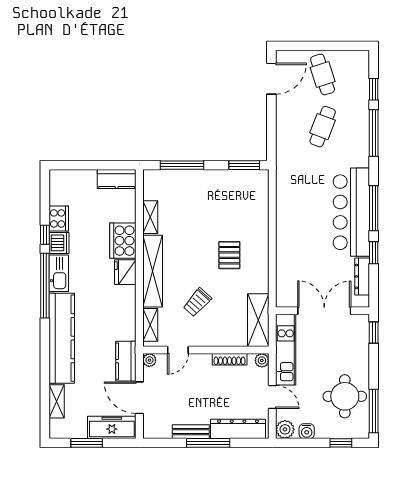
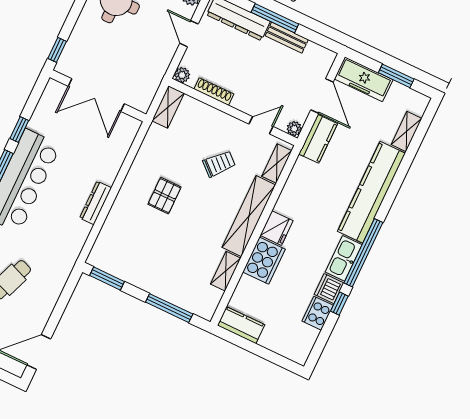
dresser: (362, 276) -> (96, 203), moved, turned 180
shelving: (258, 320) -> (168, 107), width x0.67, depth x0.75
kitchen unit: (286, 350) -> (153, 75), removed

